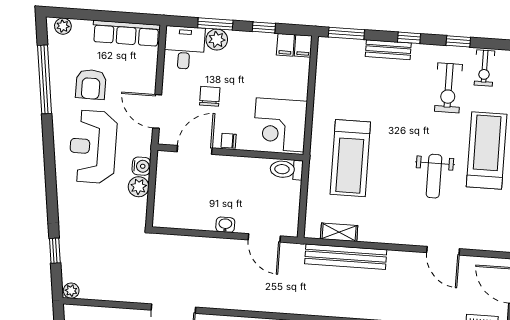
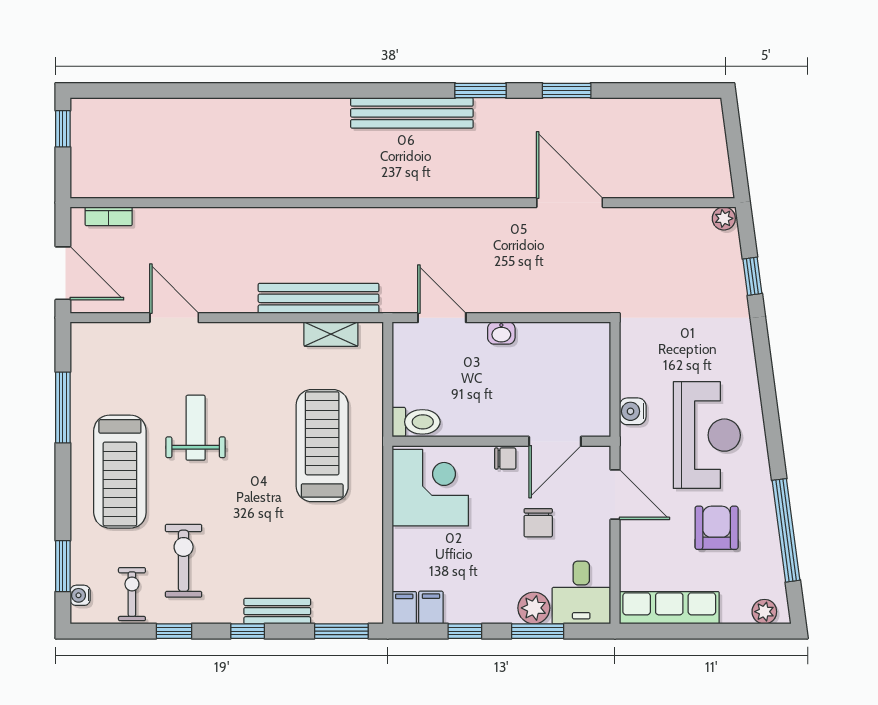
plant: (139, 187) -> (635, 380), removed

